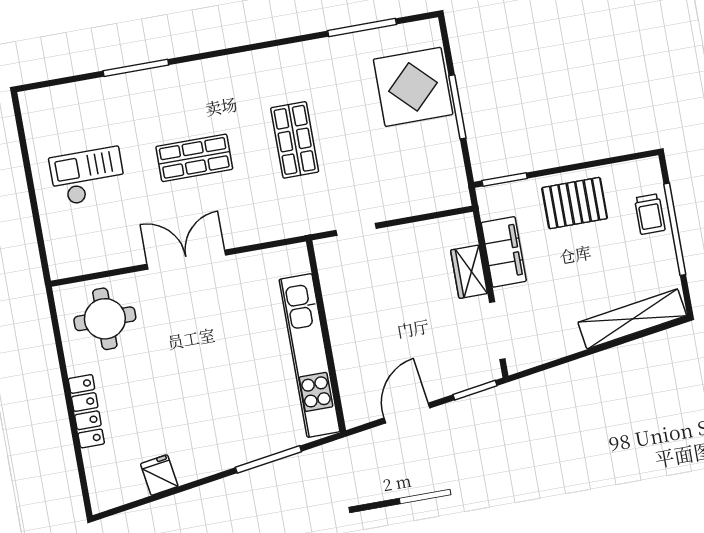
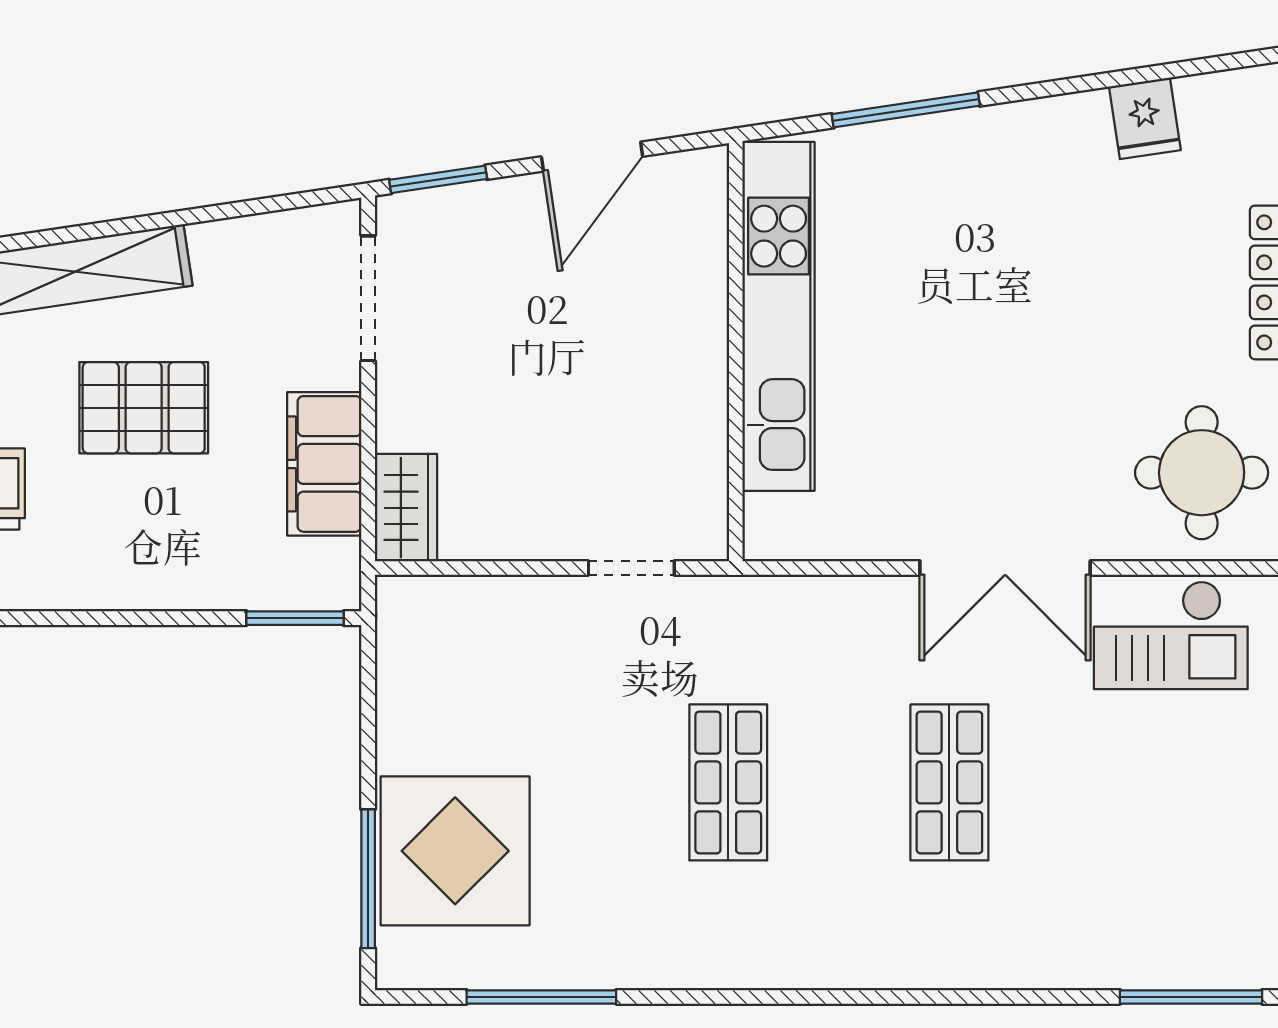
window: (136, 68) -> (1191, 997), moved
window: (457, 107) -> (368, 879), moved
shop shelf: (194, 158) -> (949, 782), turned 90
checkout: (88, 176) -> (1171, 635), moved
pallet: (575, 203) -> (144, 408), moved
wardrobe: (469, 272) -> (406, 508), moved

